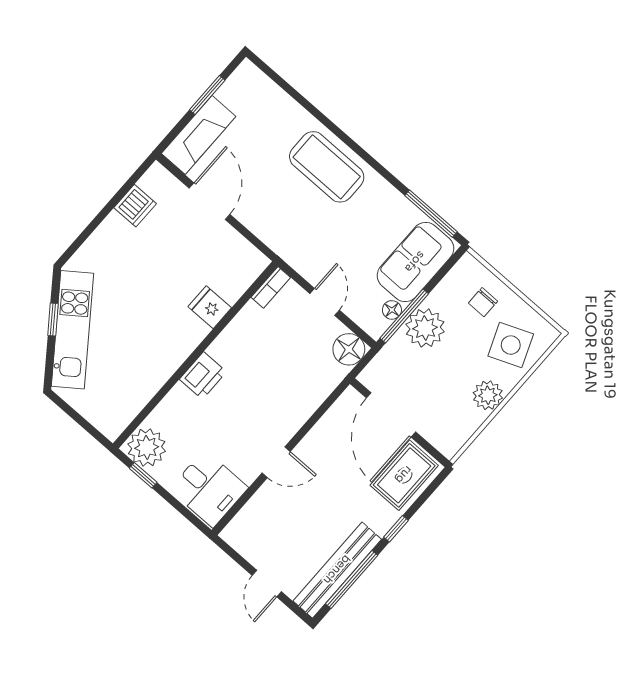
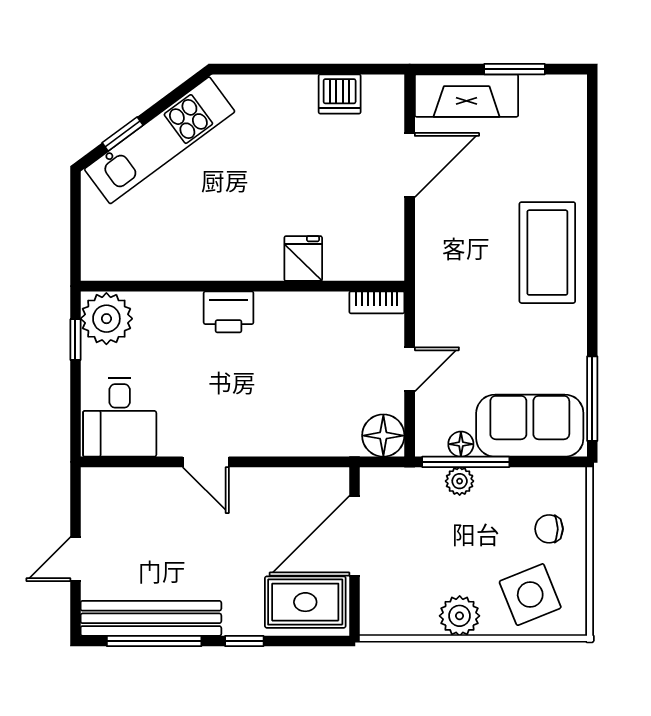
window: (53, 319) -> (123, 134), moved
plant: (425, 328) -> (460, 481), width x0.53, depth x0.53

